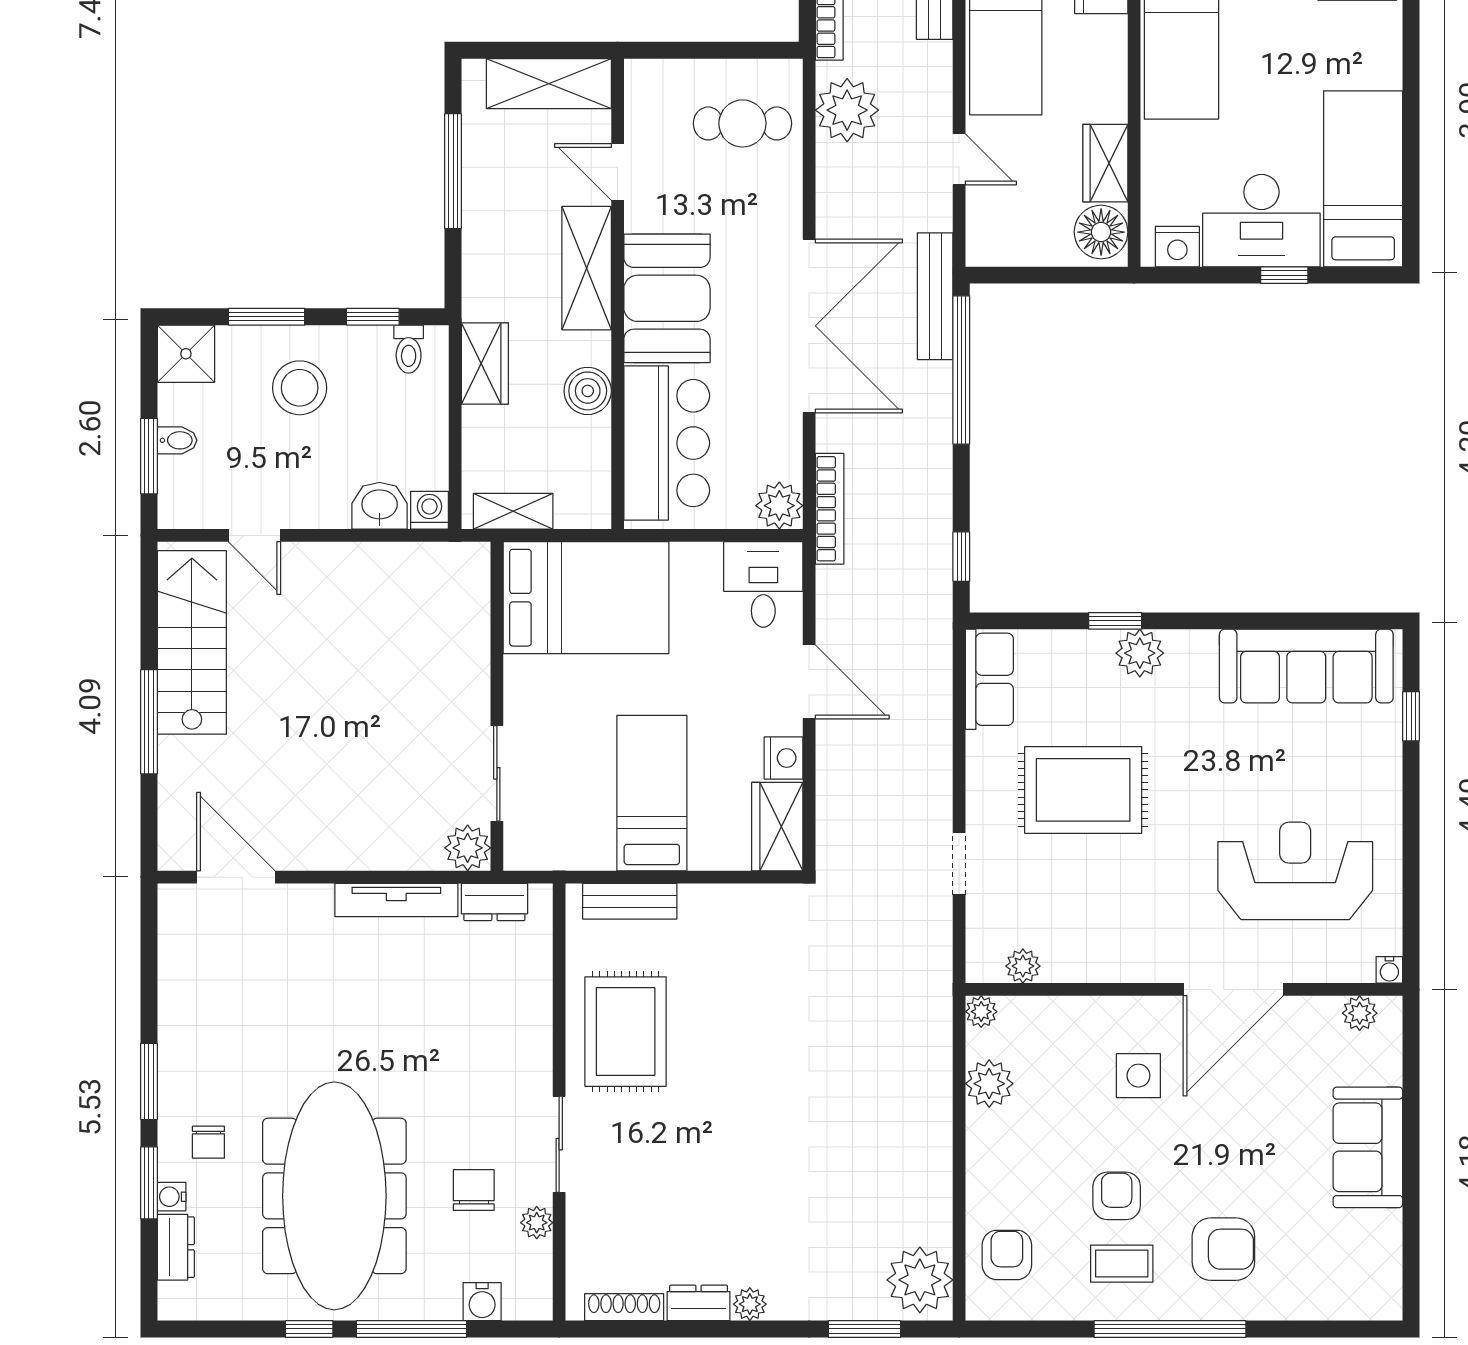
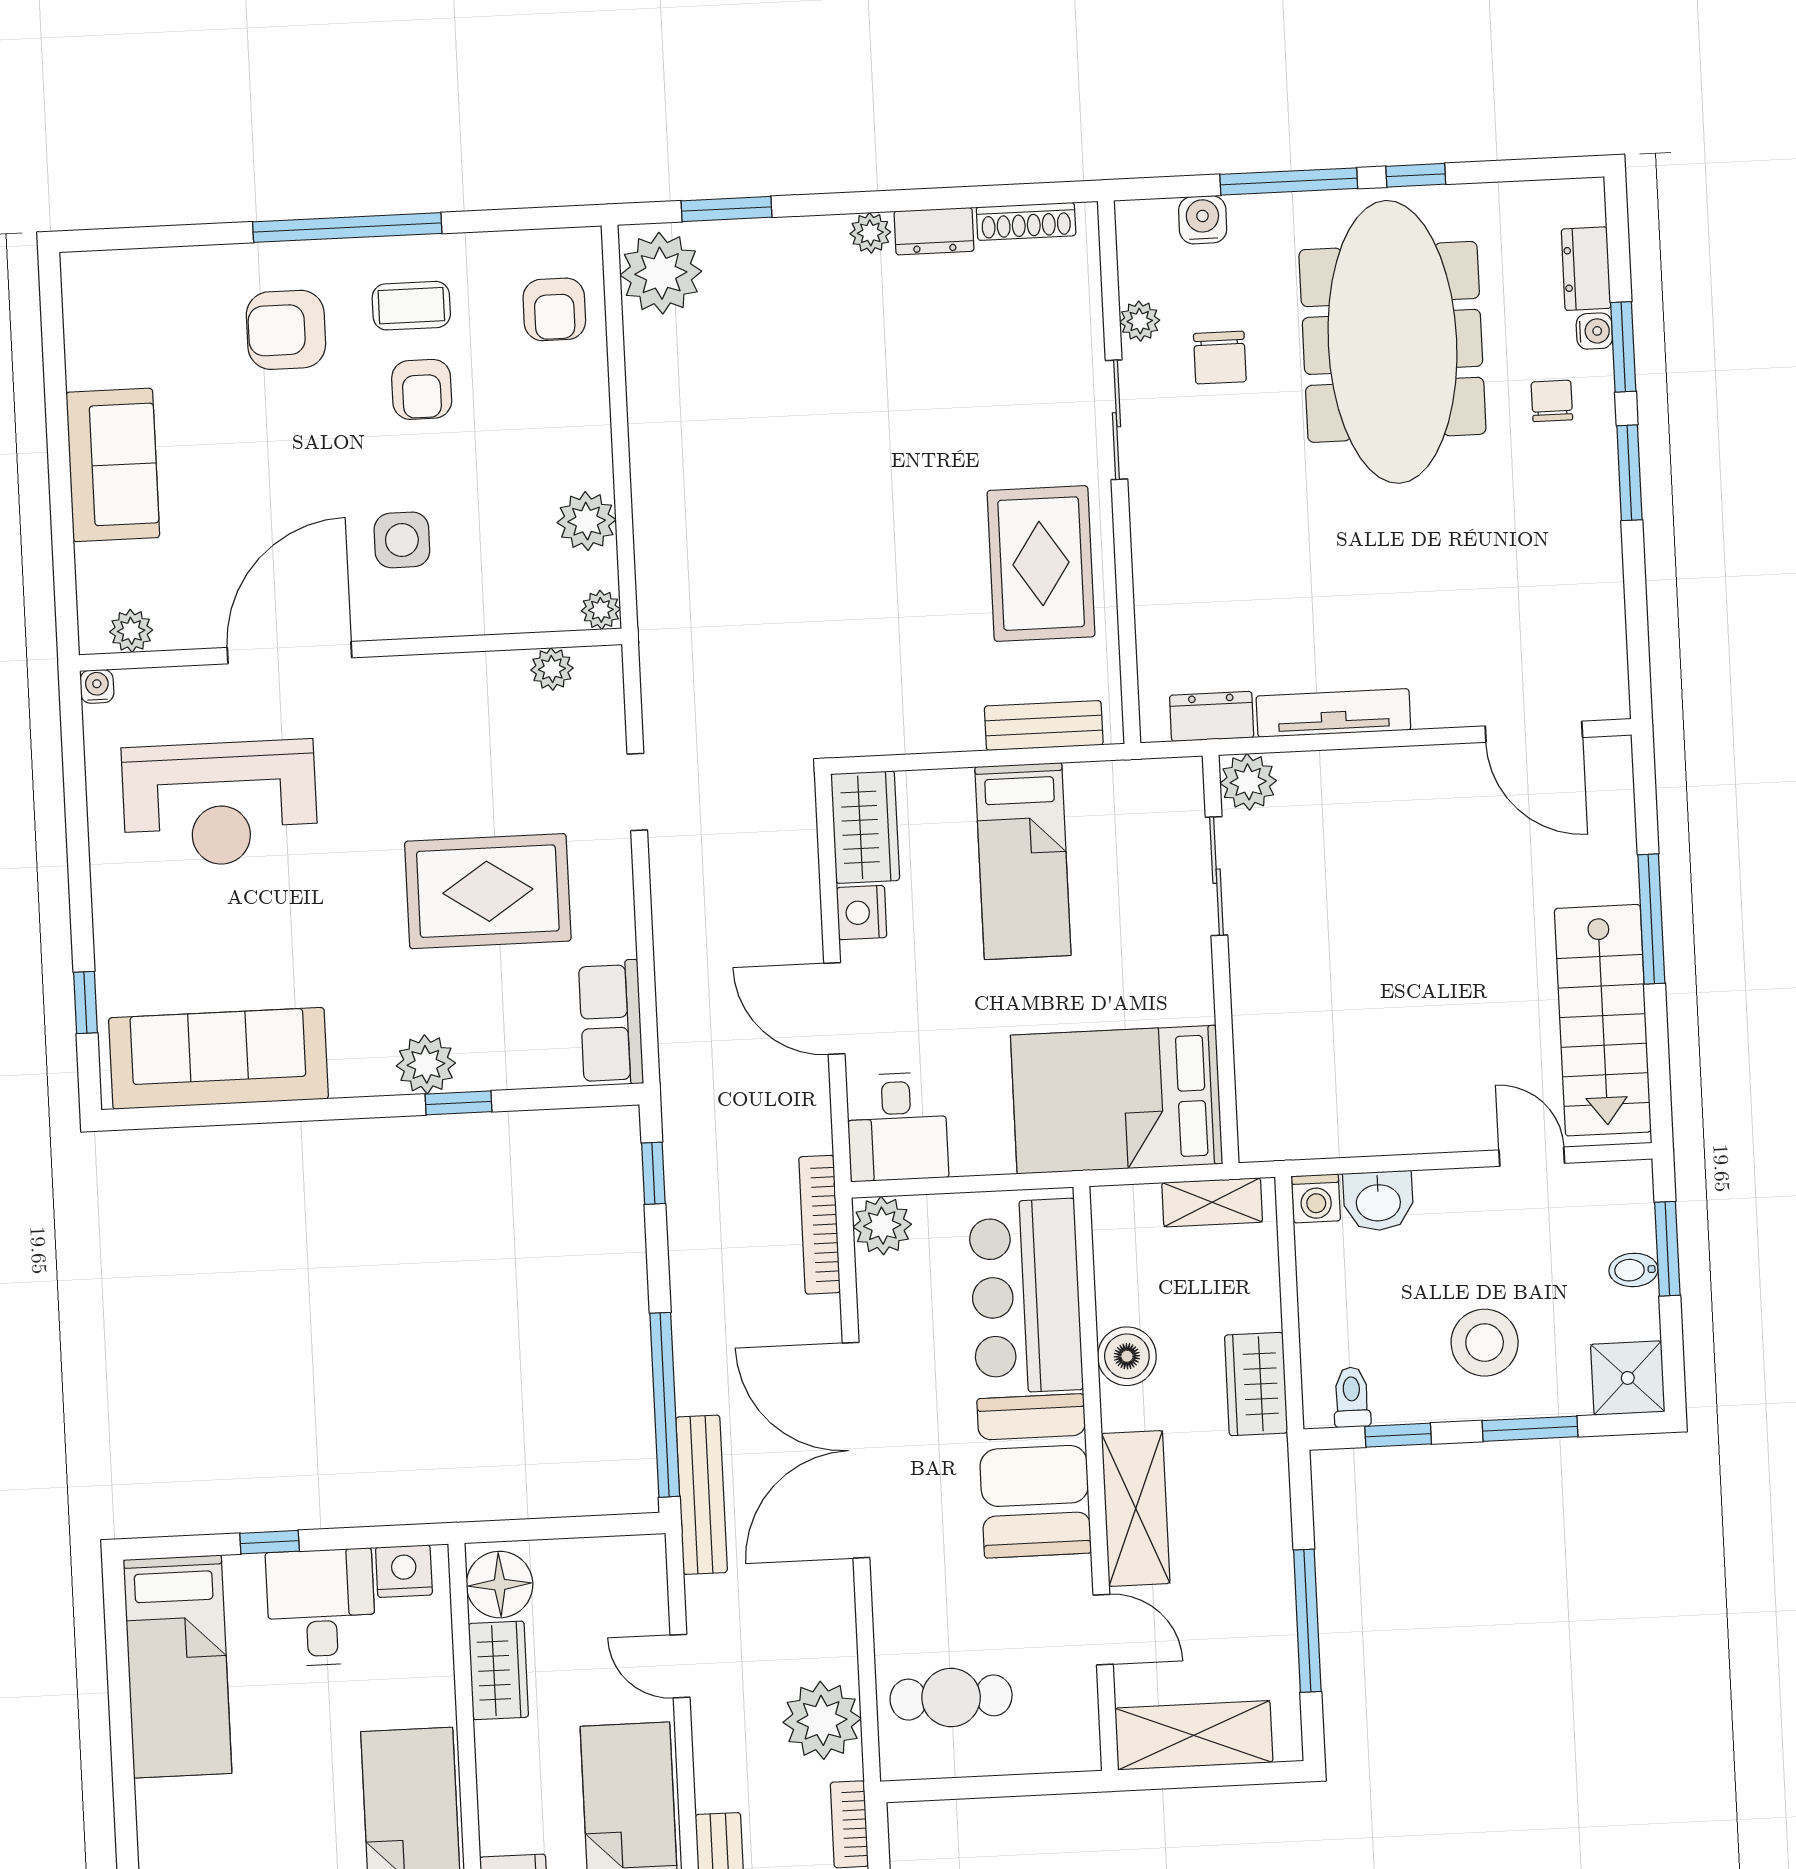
desk: (1261, 221) -> (321, 1607), width x0.73

